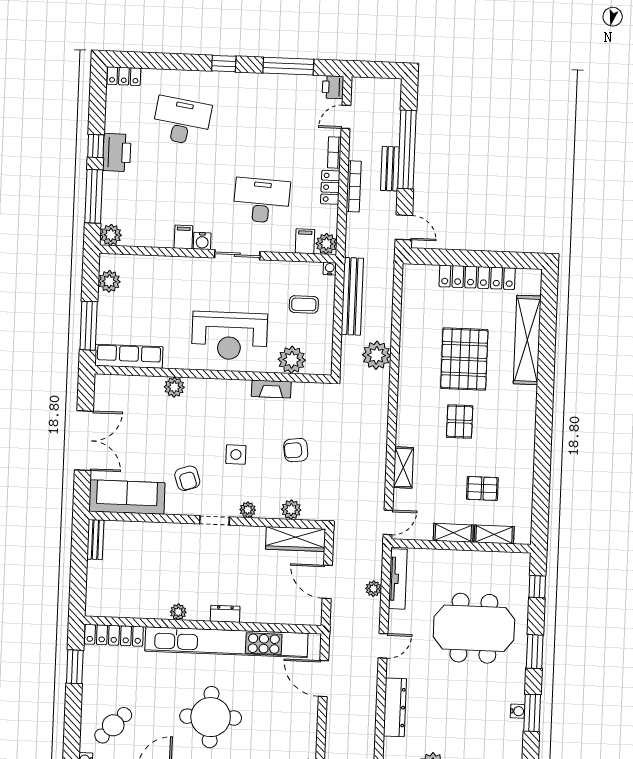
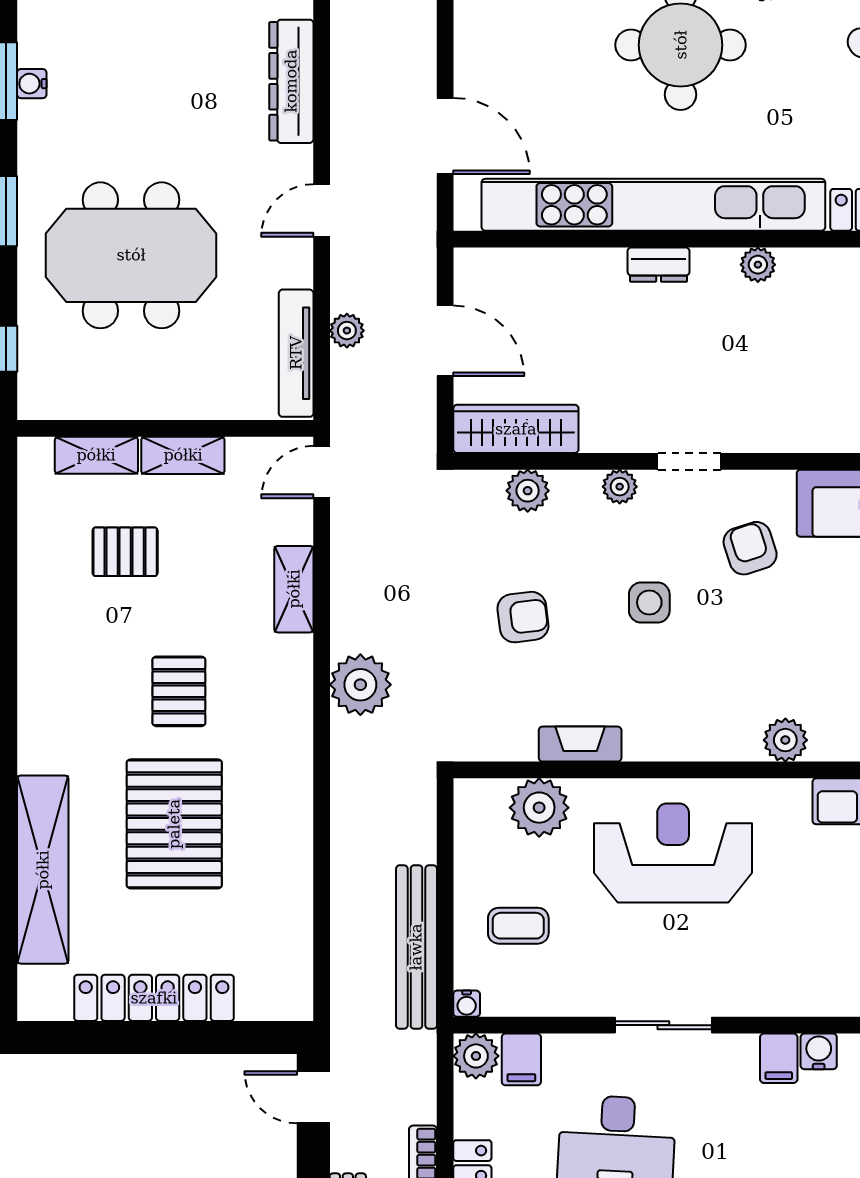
water cooler: (202, 241) -> (819, 1051), moved
plant: (376, 355) -> (360, 685), moved

